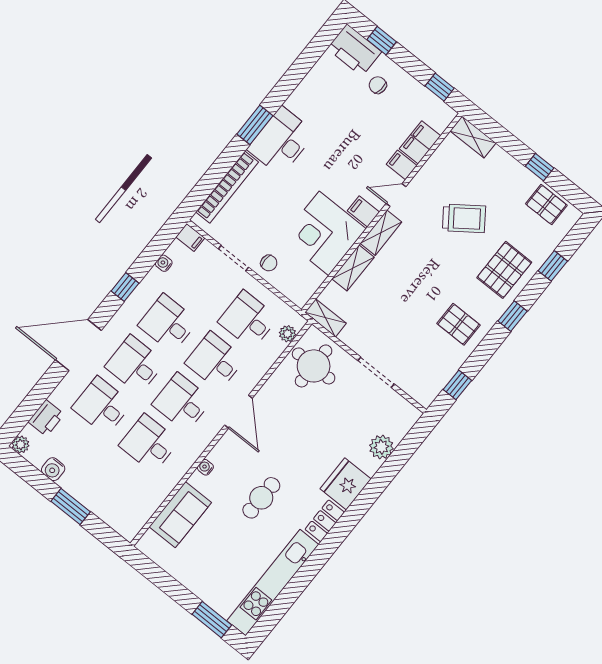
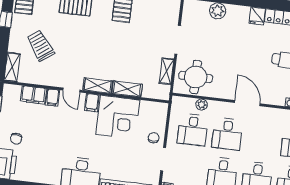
trolley: (464, 218) -> (40, 46), moved
shelving: (326, 318) -> (167, 71), moved
plant: (288, 334) -> (202, 105), moved
desk: (182, 402) -> (262, 138), removed
door: (239, 412) -> (247, 103), hinge flipped
fridge: (346, 484) -> (257, 16), width x0.53, depth x0.75

